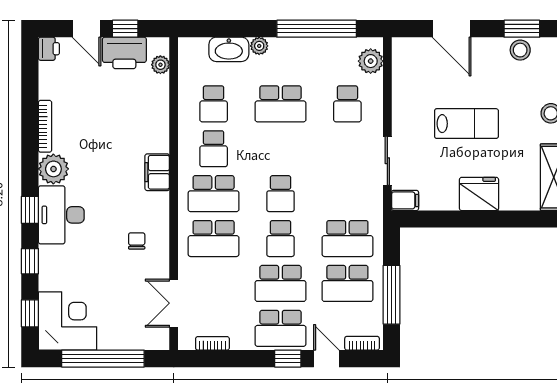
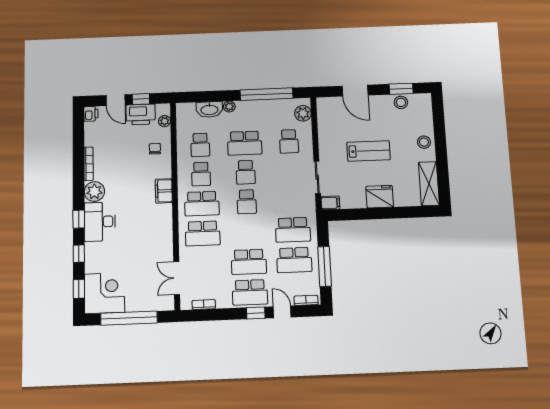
school desk: (280, 239) -> (246, 172), moved
chair: (137, 241) -> (155, 149), moved

